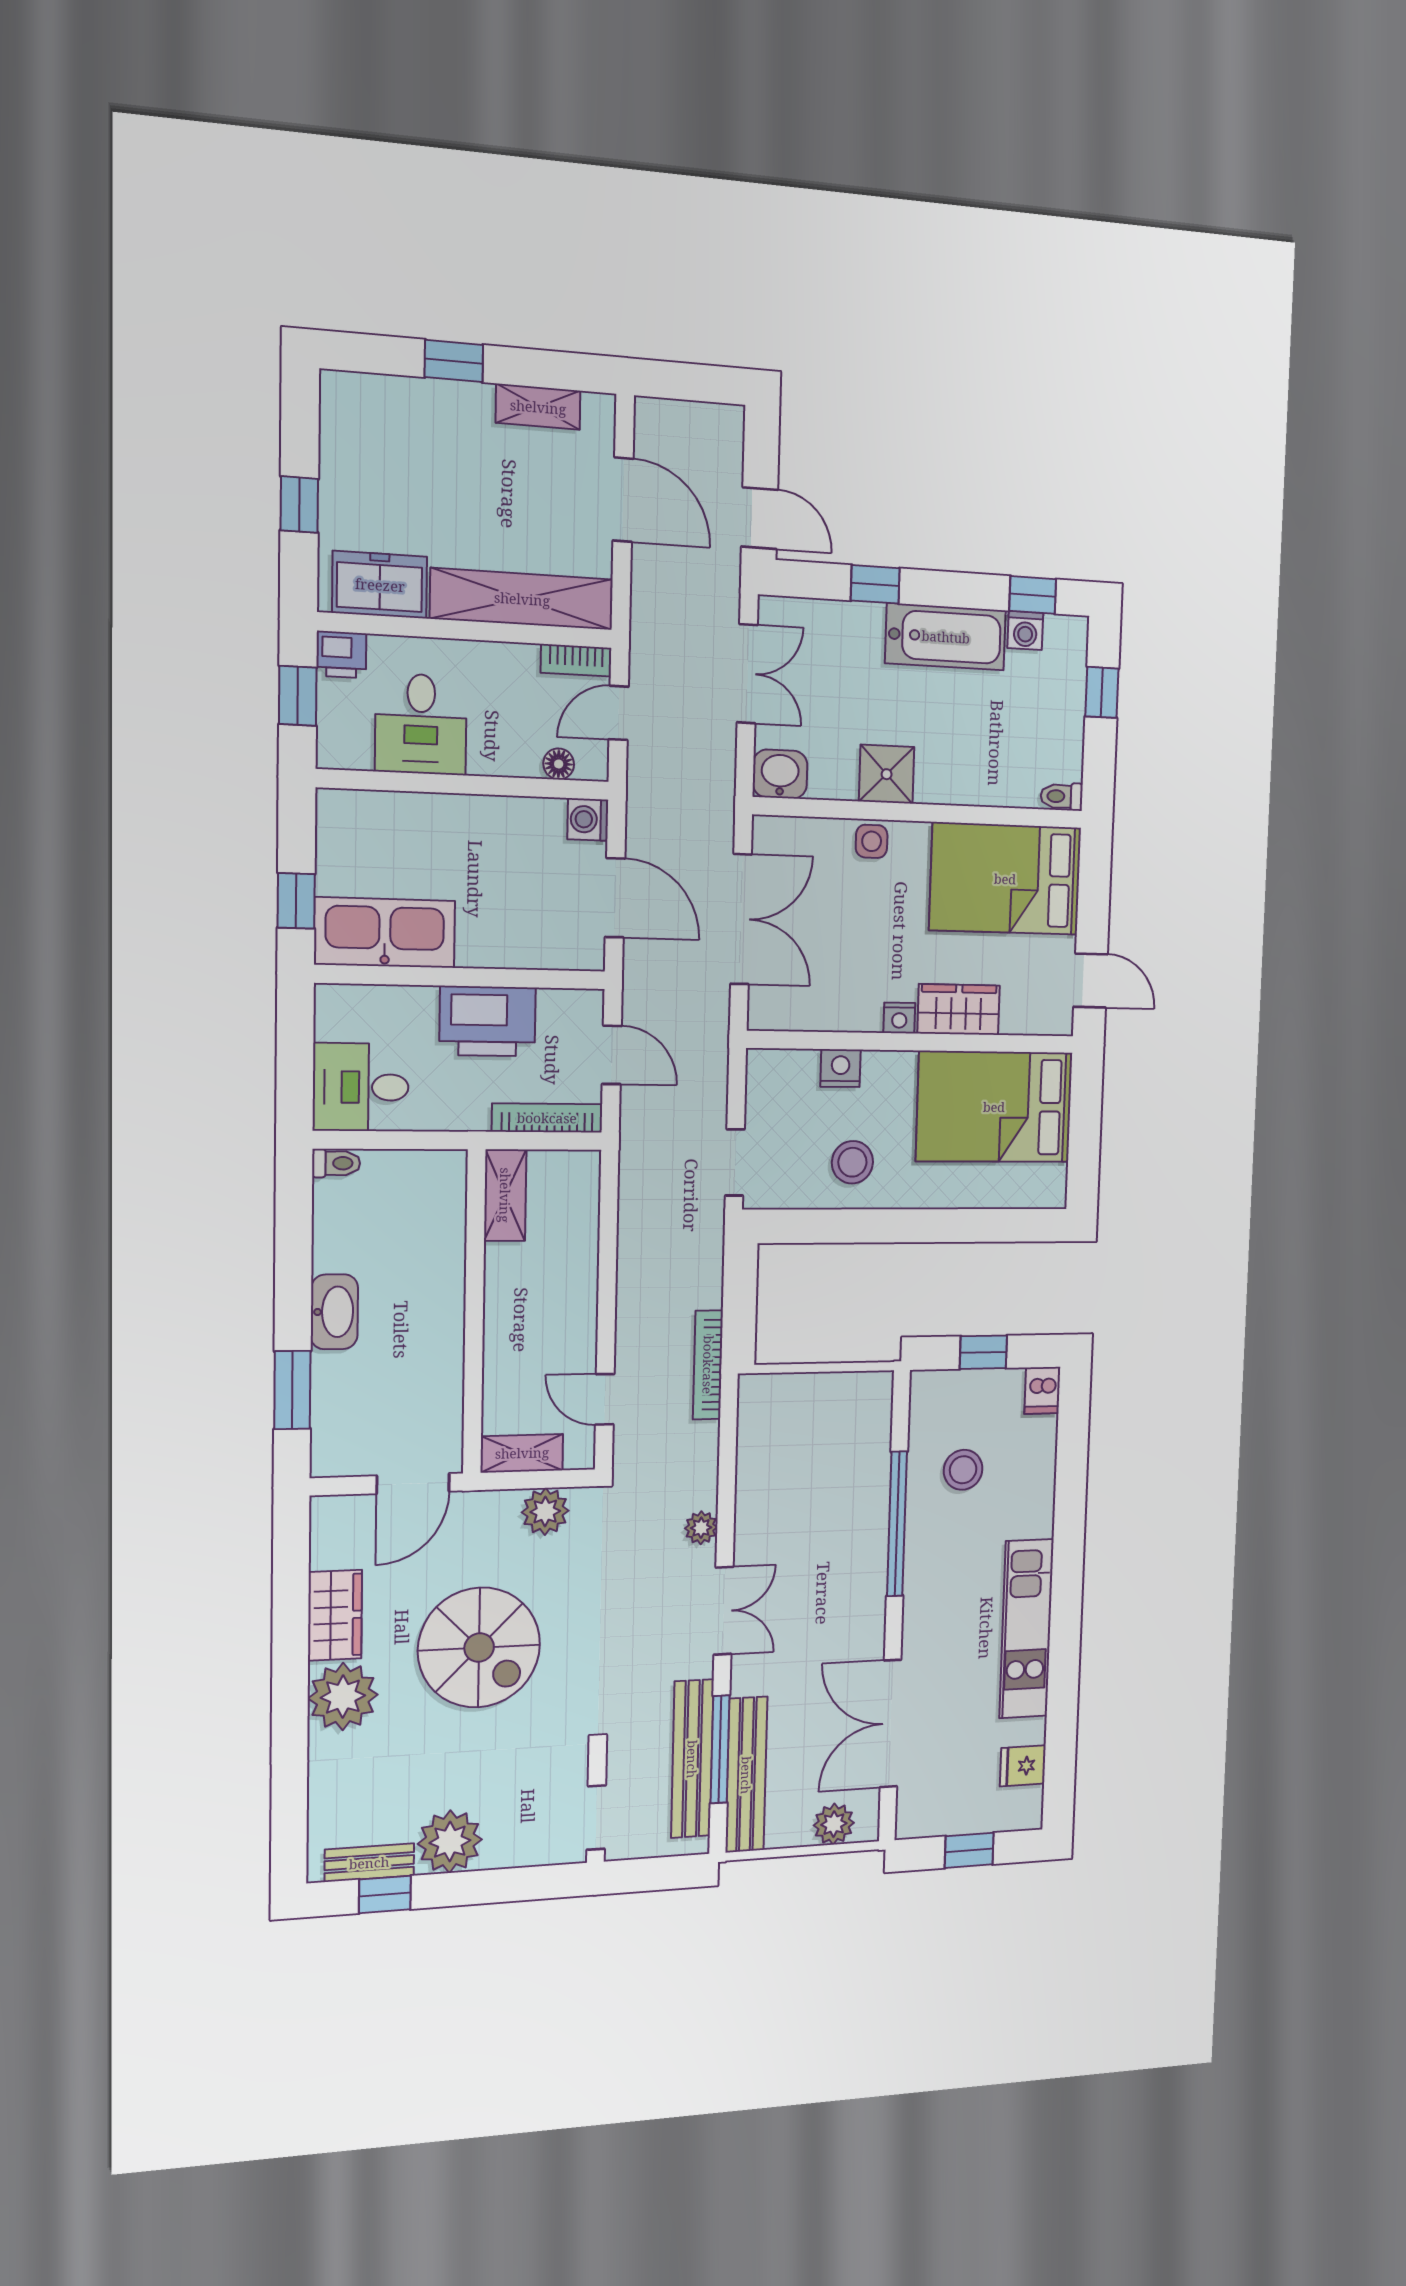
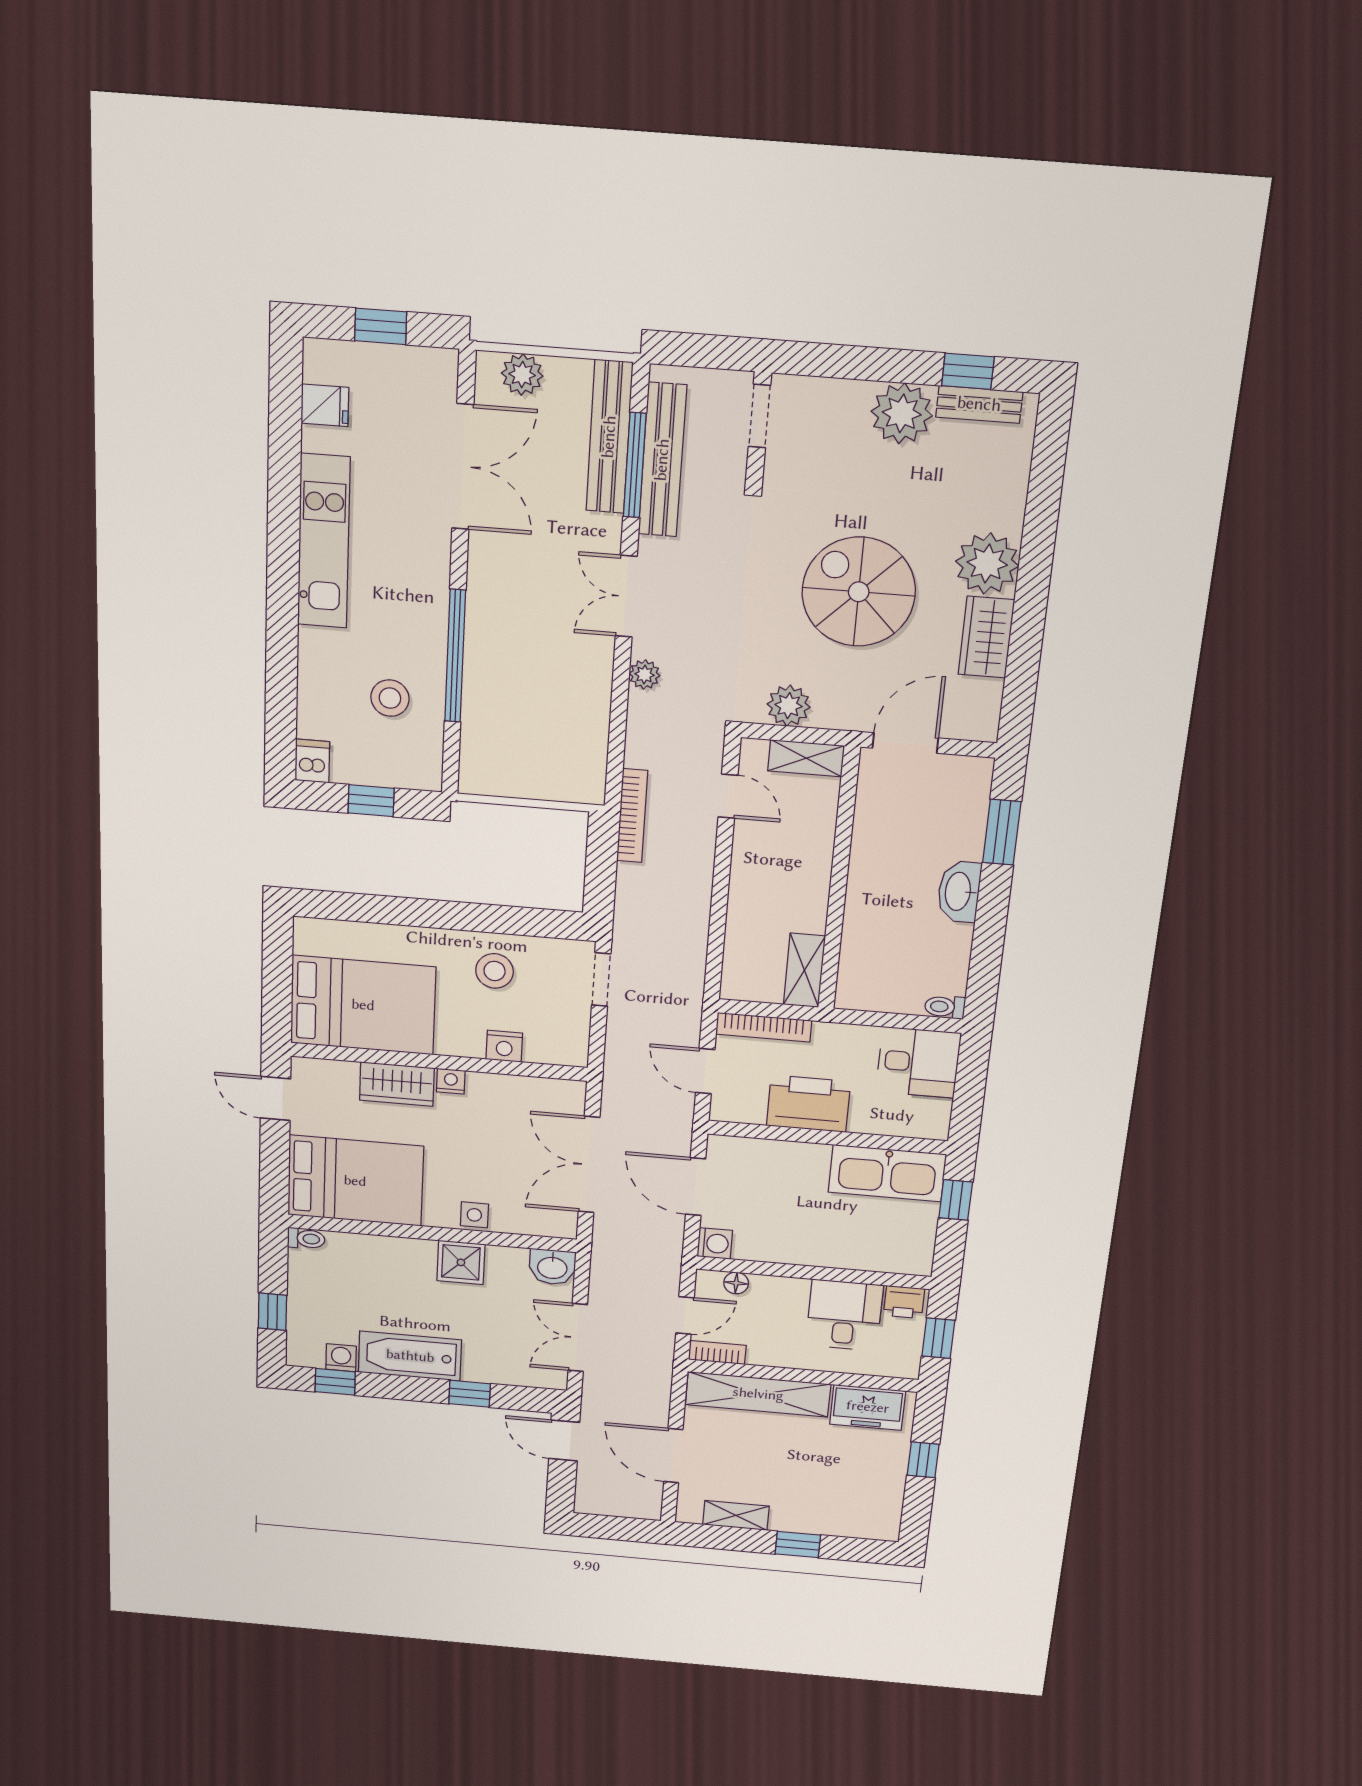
printer: (341, 655) -> (904, 1302), moved, turned 180

